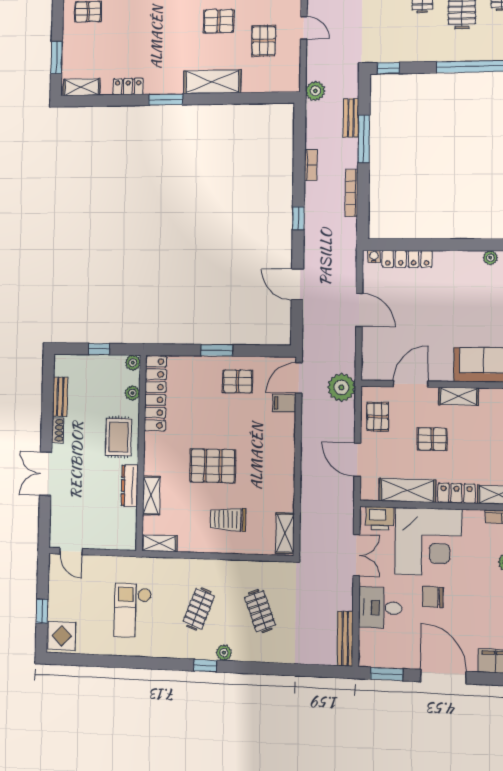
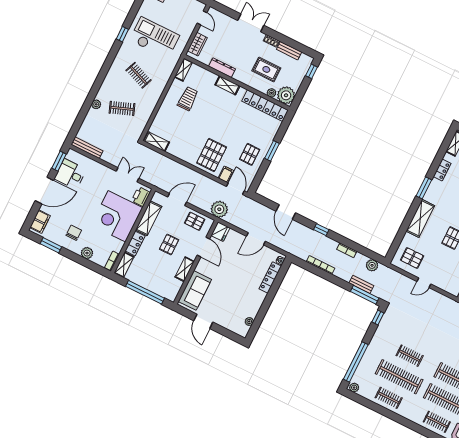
pallet: (264, 41) -> (412, 258), moved
plant: (315, 91) -> (372, 265), moved
window: (364, 139) -> (365, 295), moved
door: (297, 285) -> (286, 212), swing flipped
window: (99, 349) -> (312, 71), moved
plant: (133, 363) -> (286, 95), width x1.87, depth x1.87
fridge: (374, 369) -> (220, 232), added
rug: (119, 437) -> (266, 69), moved
pallet: (213, 466) -> (212, 155), moved
shelving: (151, 495) -> (227, 85), moved
trolley: (228, 519) -> (188, 99), moved
wardrobe: (112, 540) -> (197, 44), added
door: (71, 551) -> (202, 18), swing flipped
double door: (356, 555) -> (128, 175), swing flipped
chair: (433, 597) -> (74, 233), moved
desk: (380, 608) -> (70, 174), moved, turned -90
checkout: (133, 610) -> (154, 38), width x1.36, depth x1.21
plant: (224, 653) -> (96, 104), moved
window: (205, 666) -> (122, 34), moved

